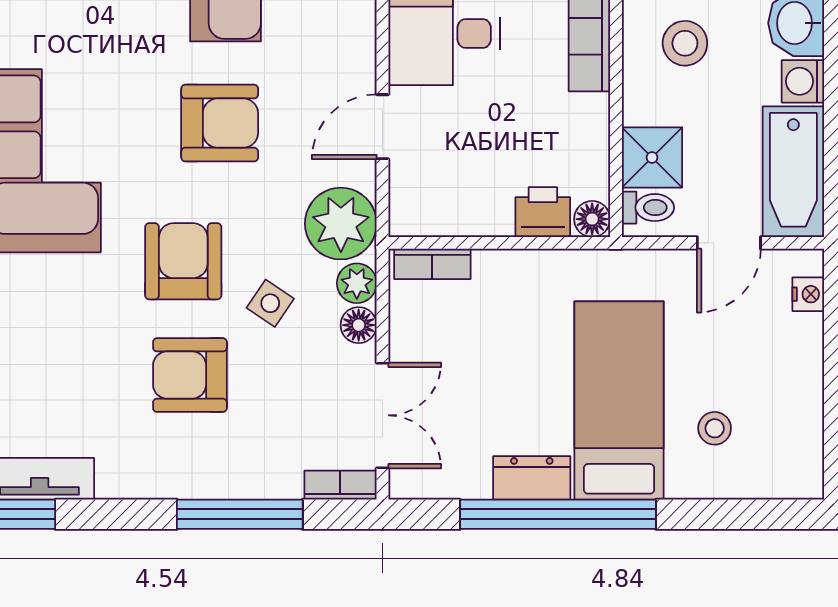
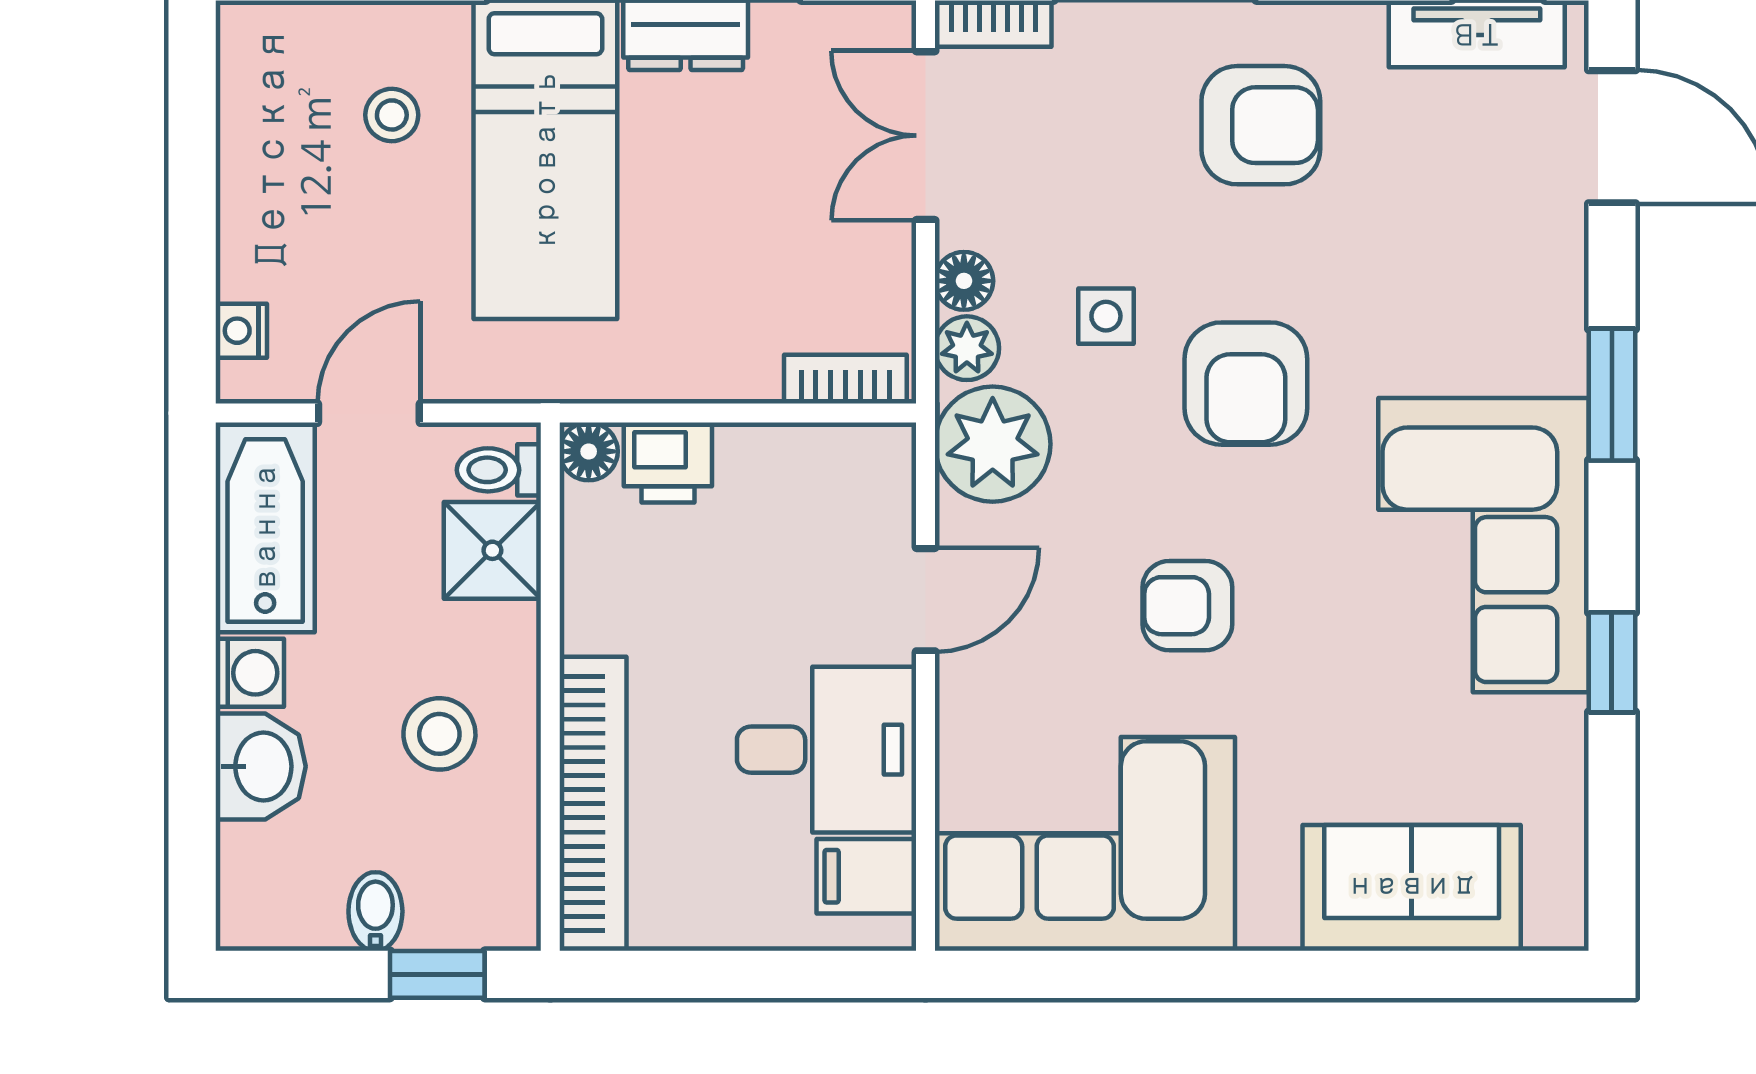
armchair: (220, 123) -> (1187, 606), width x0.72, depth x0.72
side table: (270, 303) -> (1106, 316), turned -34
armchair: (190, 375) -> (1261, 125), moved

